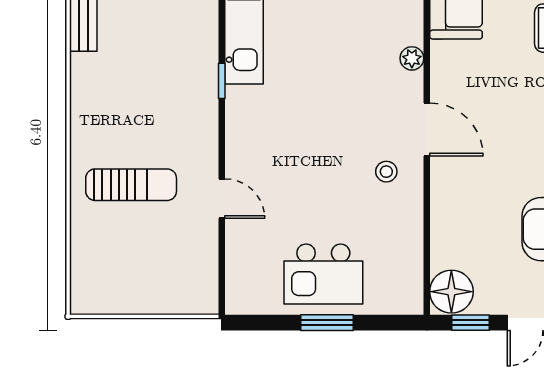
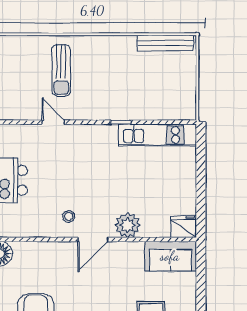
plant: (412, 58) -> (128, 225), width x1.87, depth x1.87
door: (222, 199) -> (53, 122), swing flipped

